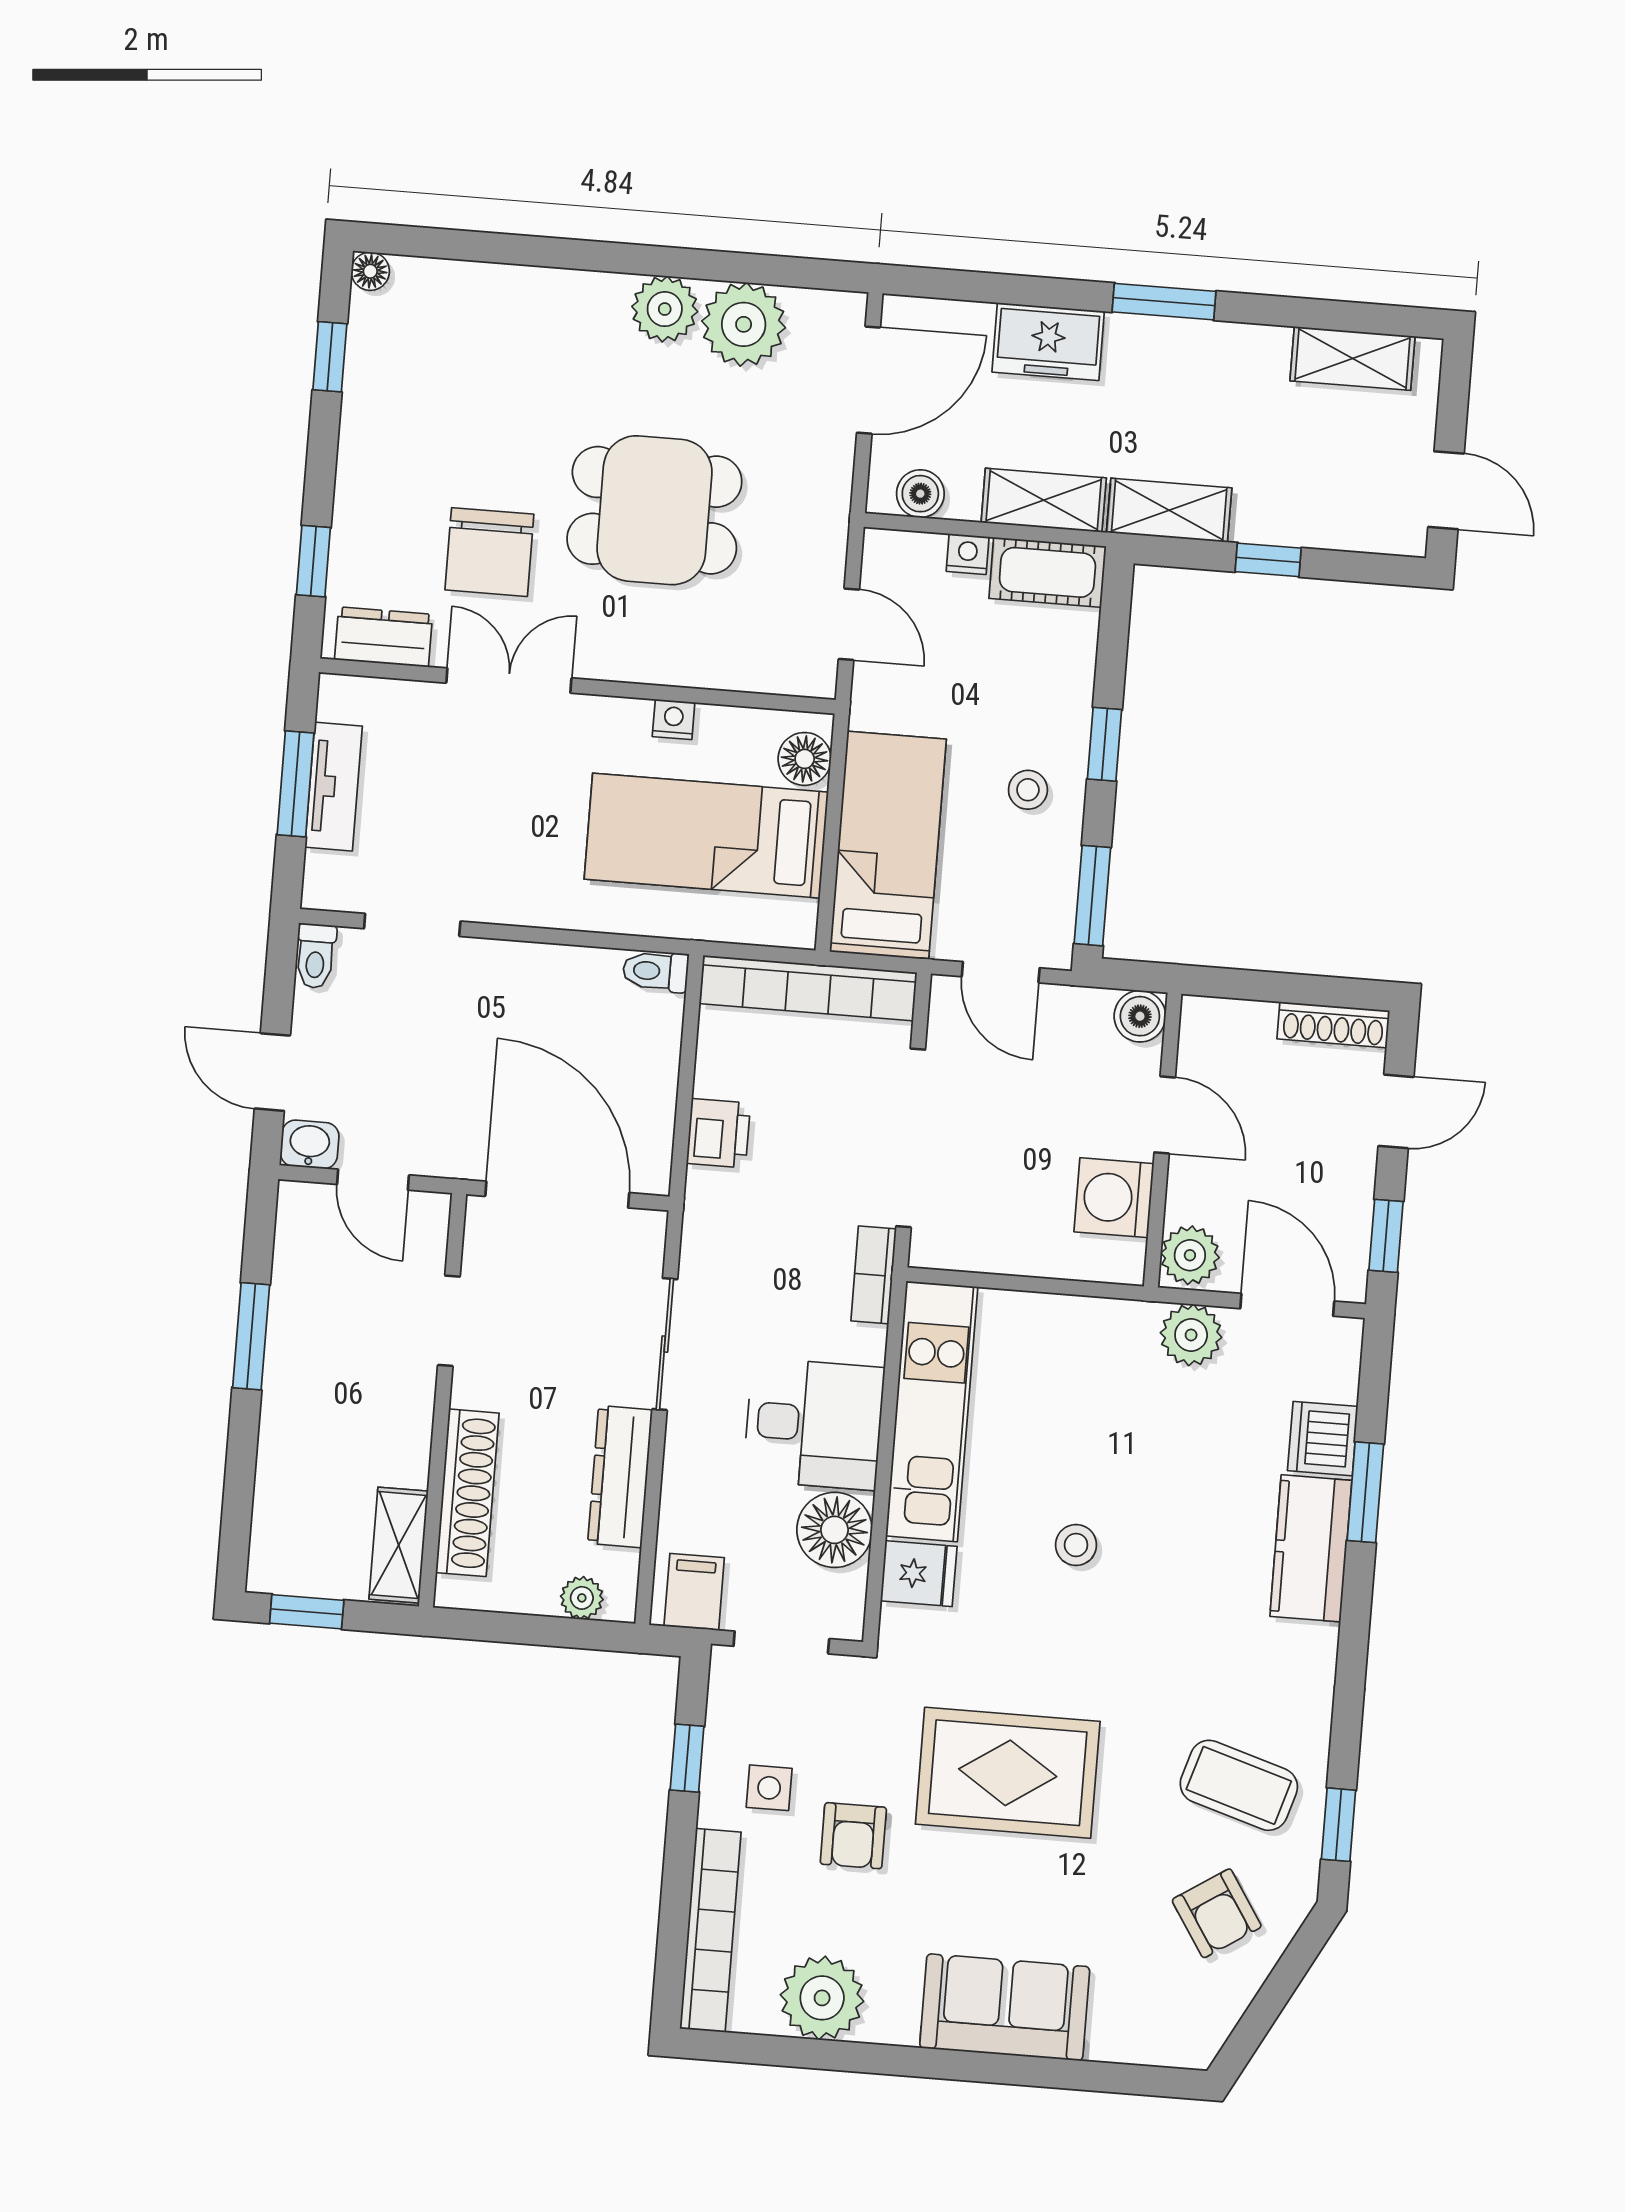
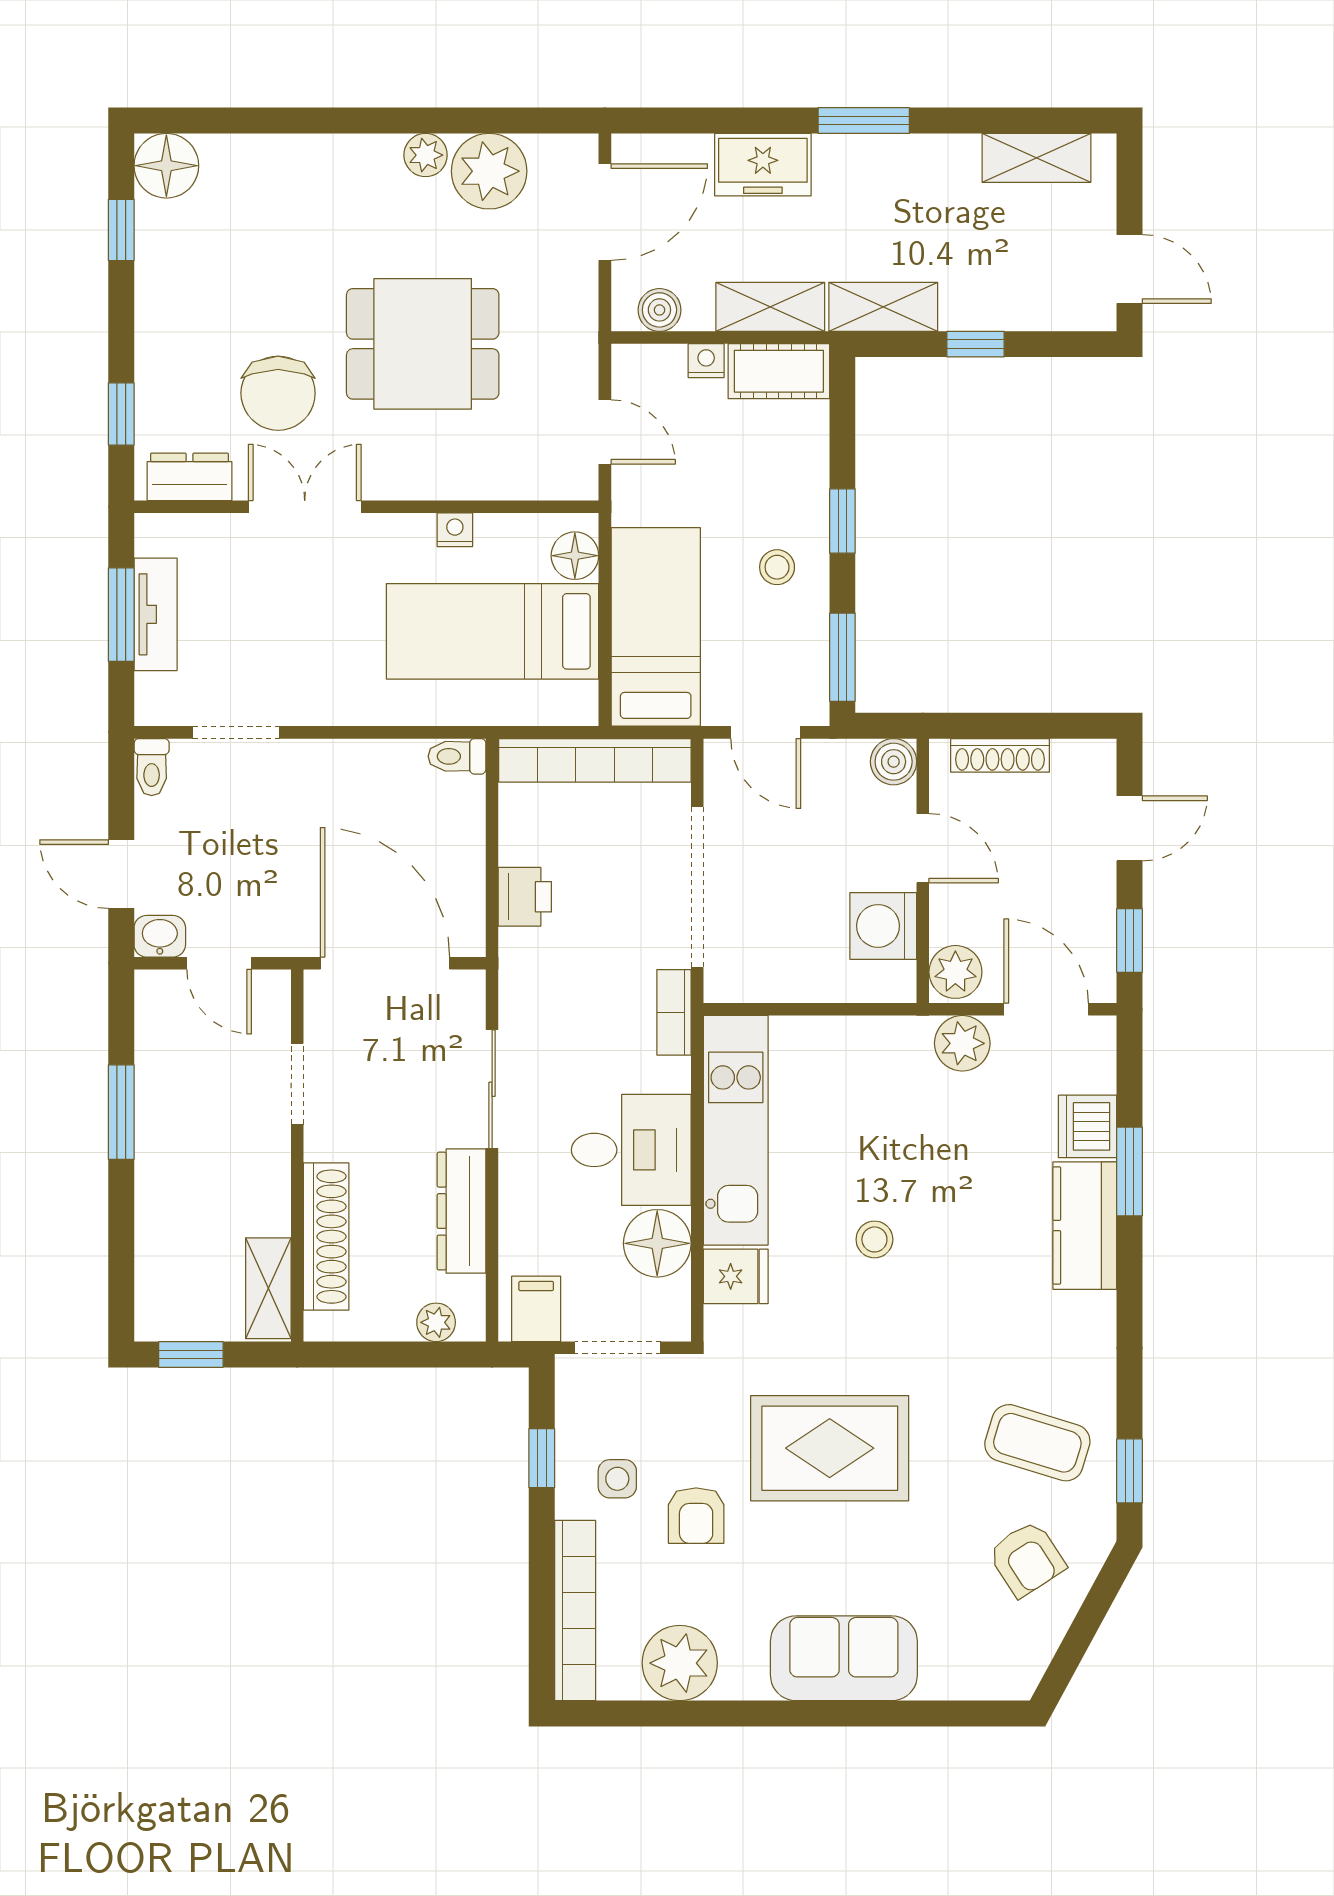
floor lamp: (370, 271) -> (166, 166), width x1.89, depth x1.89
plant: (665, 309) -> (426, 155), width x0.73, depth x0.73
shoe rack: (1333, 1025) -> (1000, 755), moved

